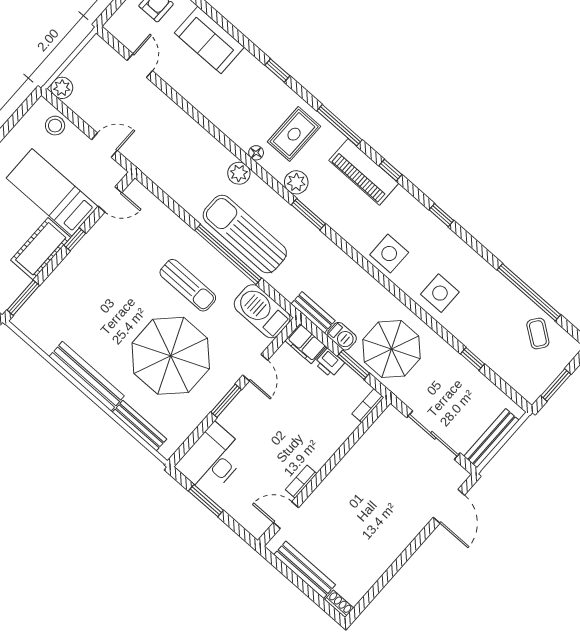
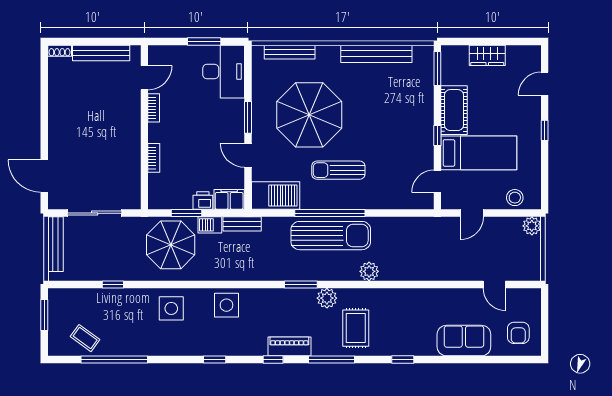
floor lamp: (256, 153) -> (370, 294), removed
piano: (364, 172) -> (289, 346), width x0.73, depth x0.75
bench: (87, 376) -> (376, 54), moved
bookcase: (368, 406) -> (154, 158), moved

